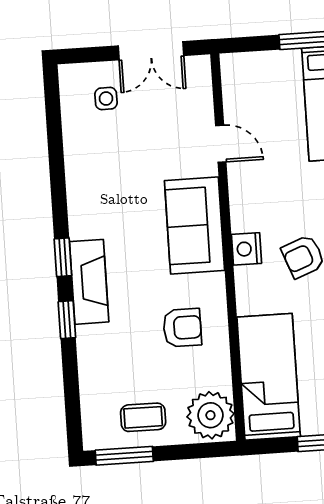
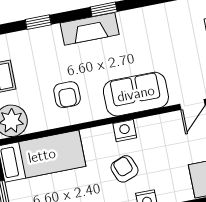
window: (67, 320) -> (38, 22), moved

